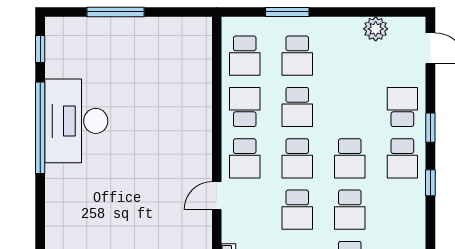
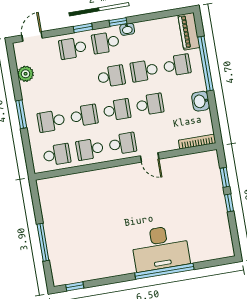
window: (287, 12) -> (21, 114), moved
school desk: (297, 56) -> (51, 121), turned 180
desk: (76, 121) -> (160, 248), moved
window: (40, 128) -> (164, 271), moved
school desk: (402, 158) -> (106, 43), turned 180
washbasin: (417, 195) -> (127, 29), added
school desk: (350, 210) -> (144, 71), turned 180

